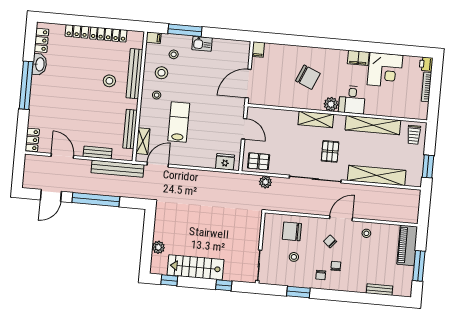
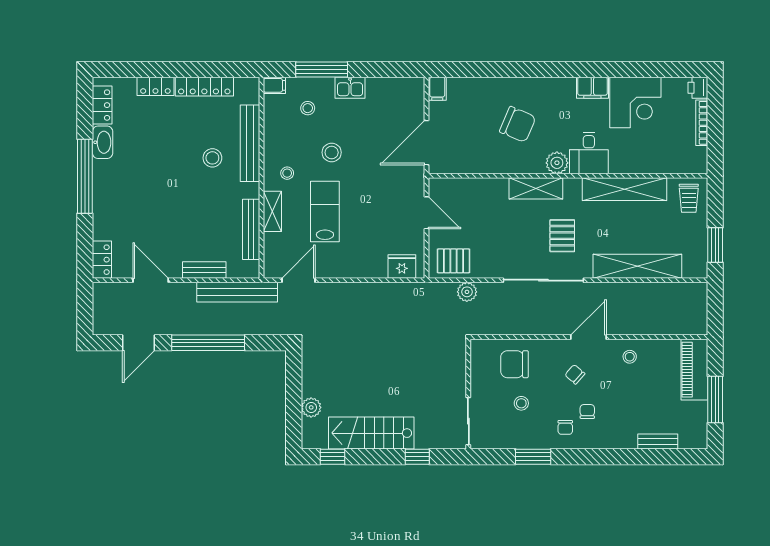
stool: (161, 73) -> (332, 152), moved
shelving: (143, 141) -> (272, 211), moved

